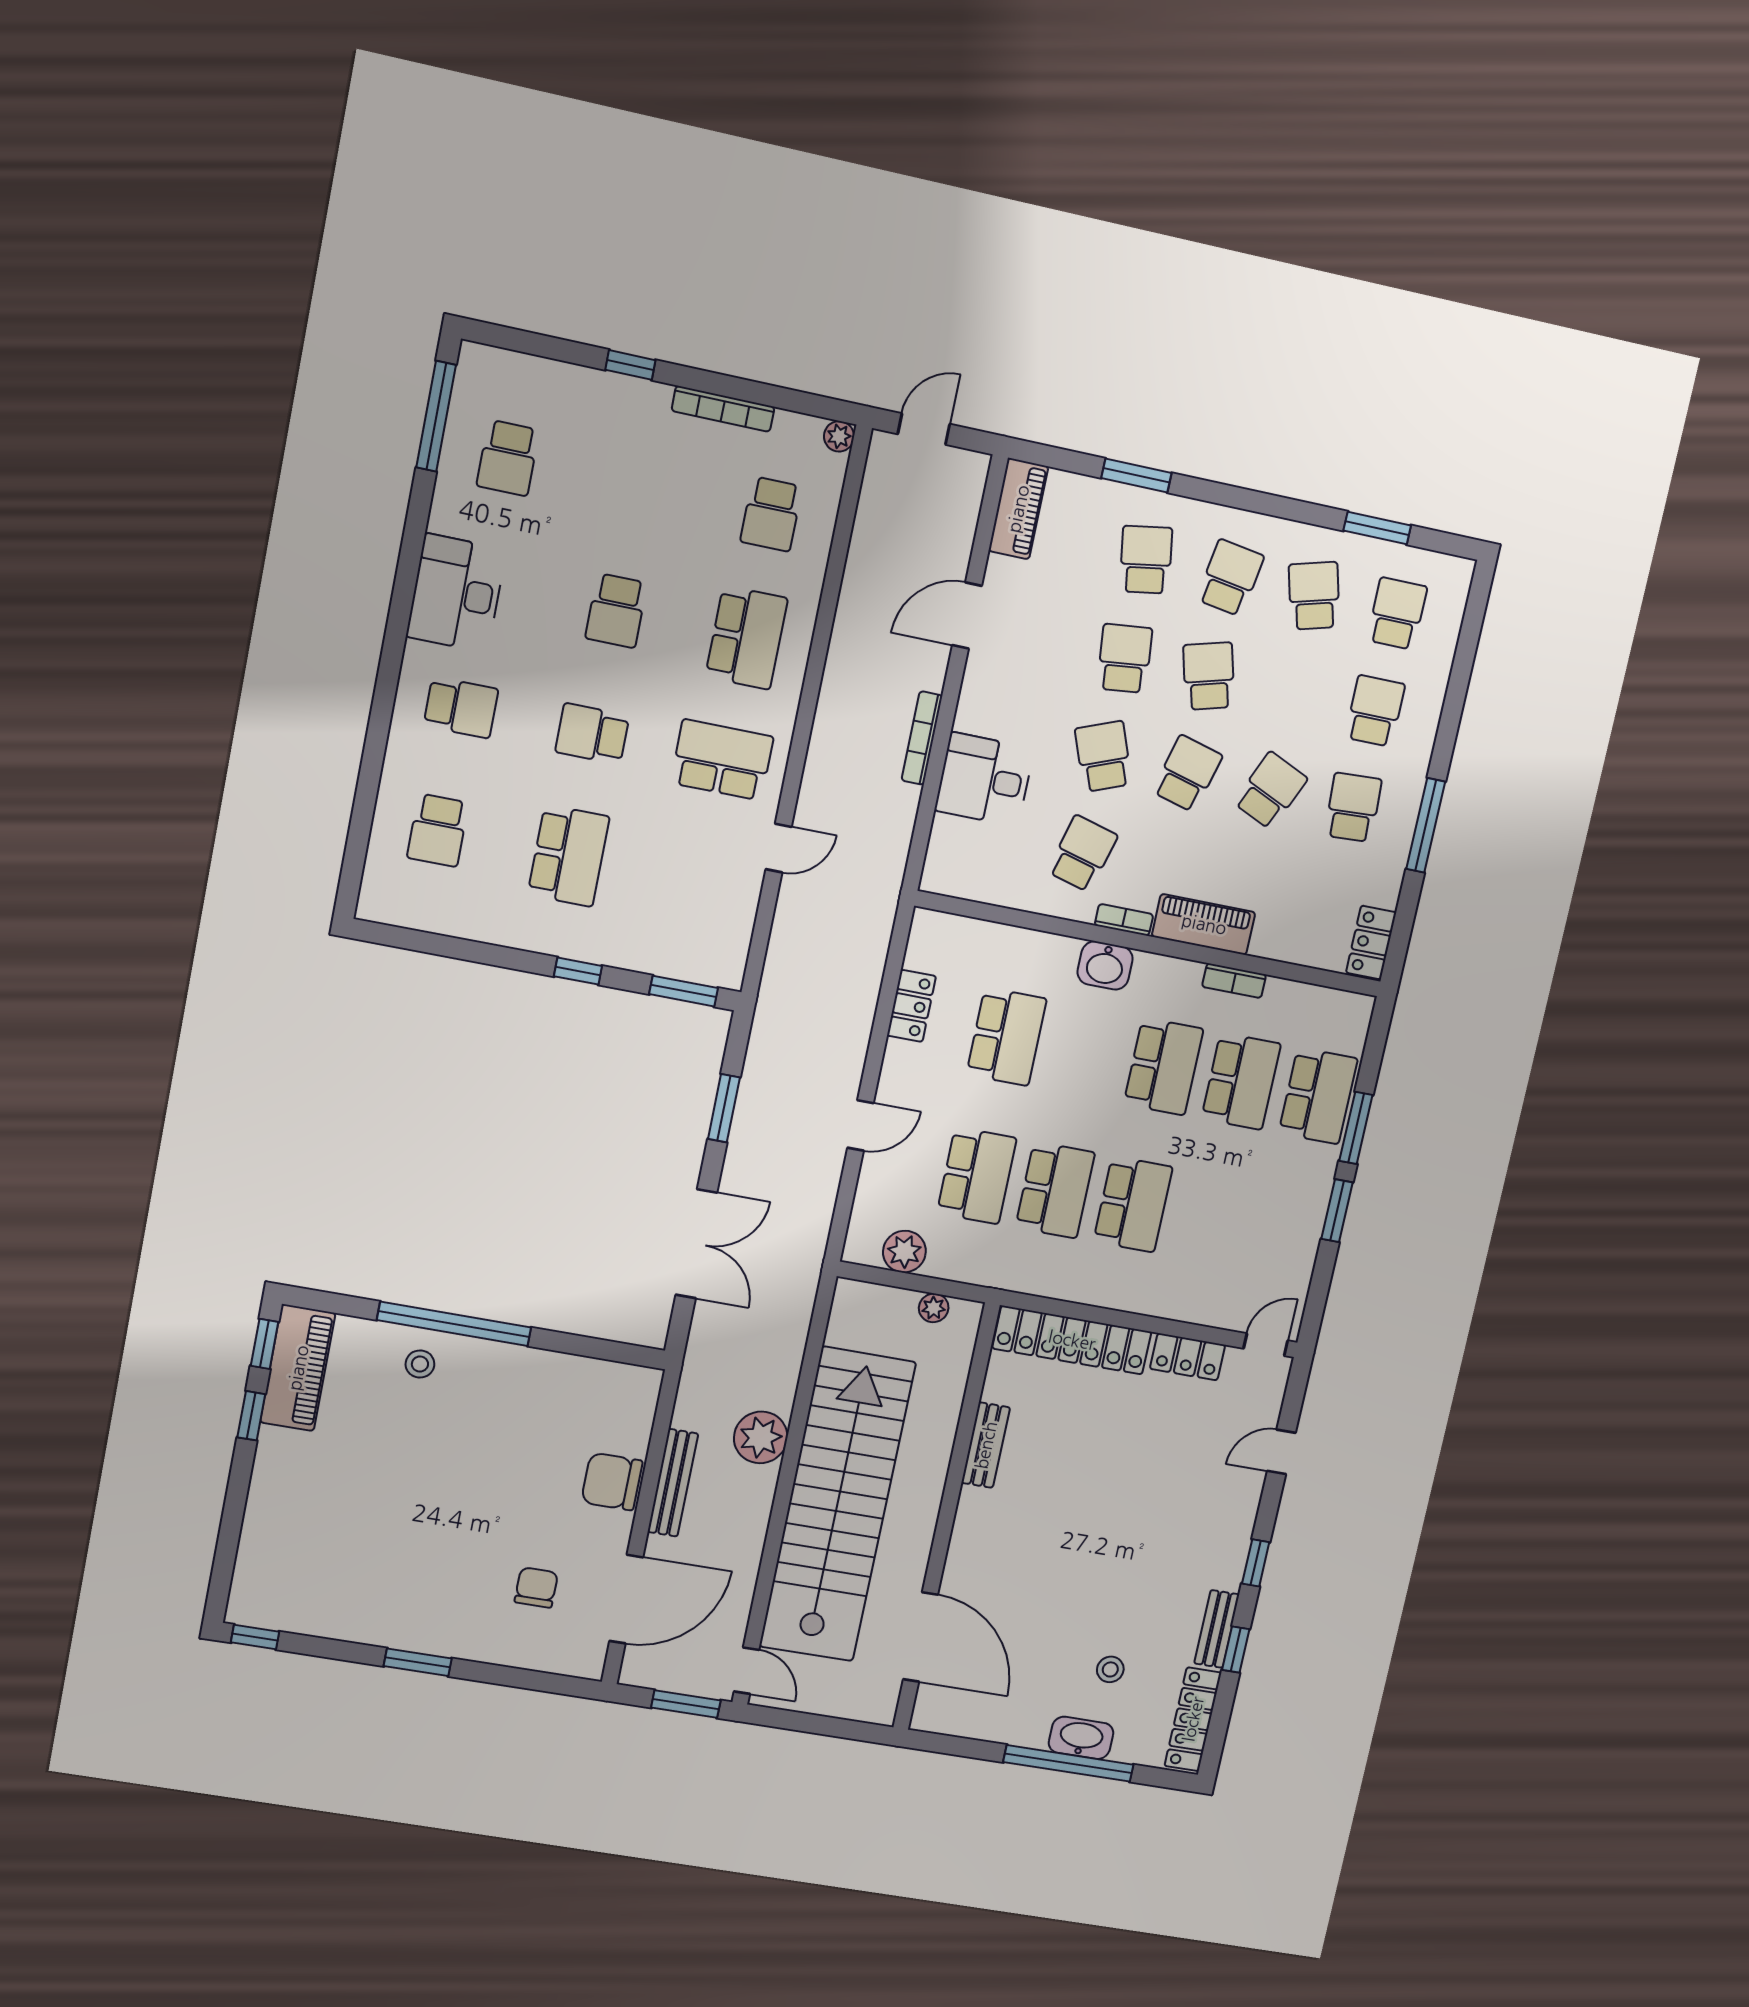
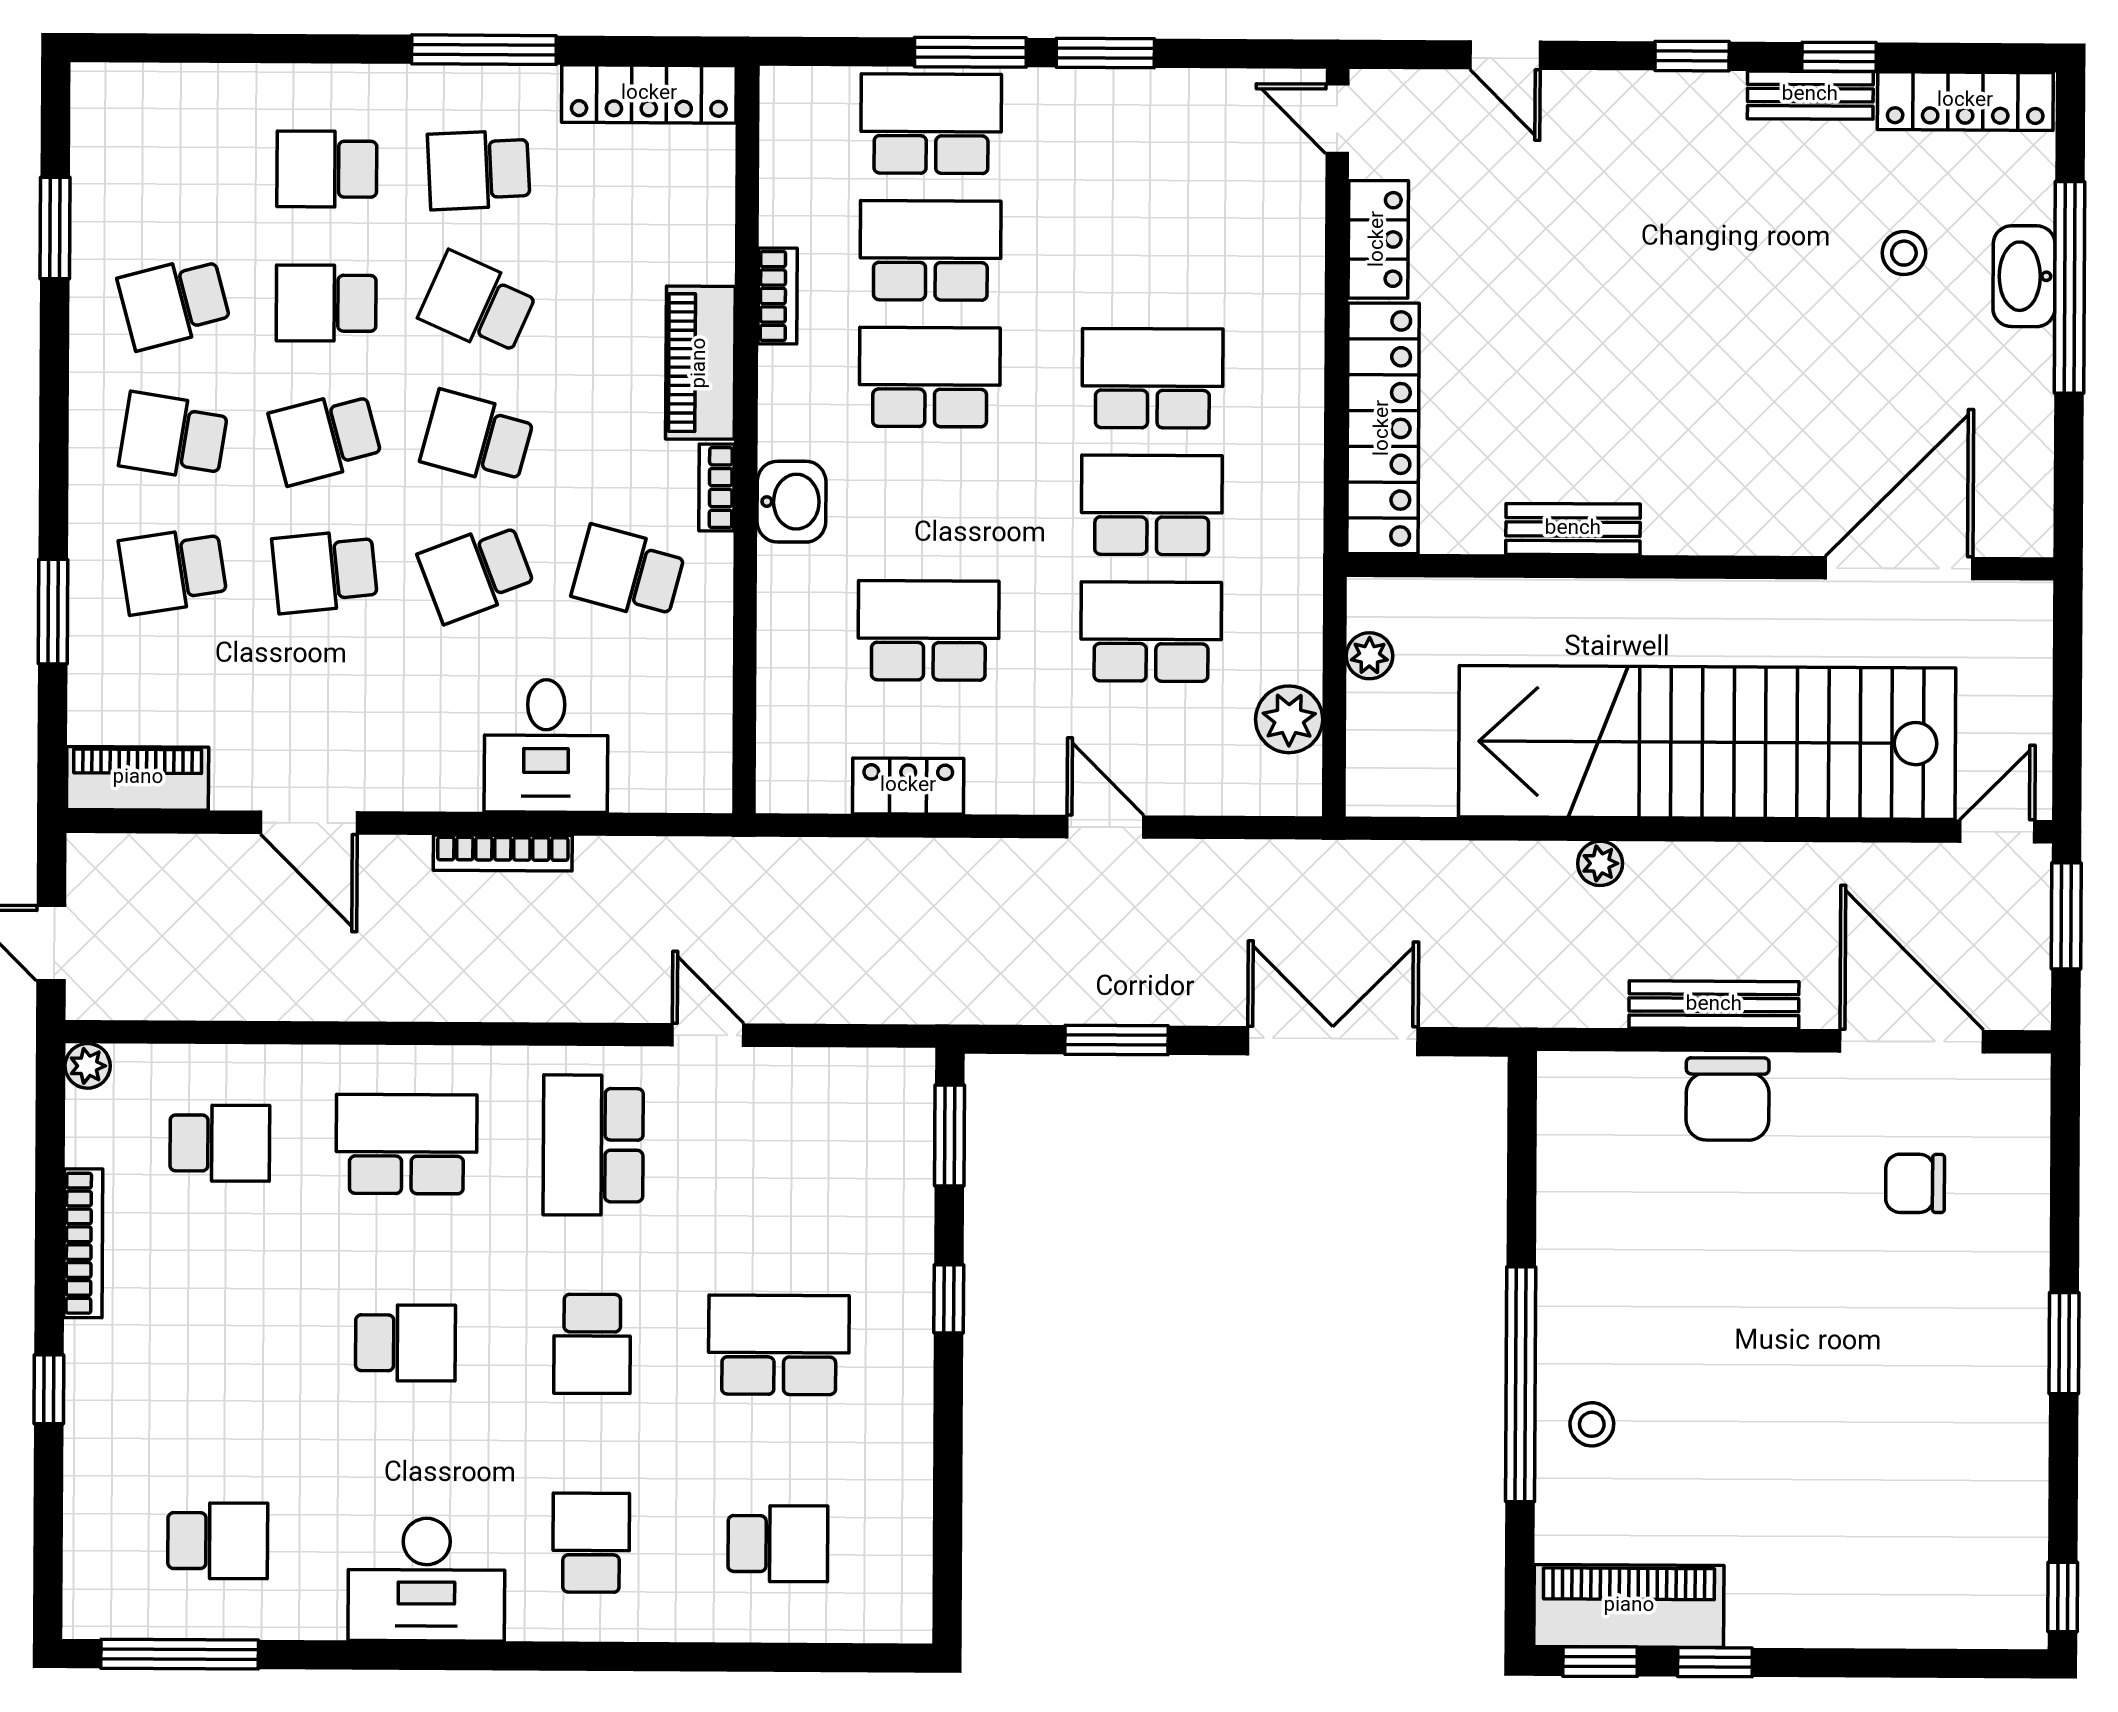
school desk: (1397, 614) -> (326, 303), moved
locker: (1371, 943) -> (649, 94), width x1.53
plant: (761, 1437) -> (1600, 863), width x0.53, depth x0.53

